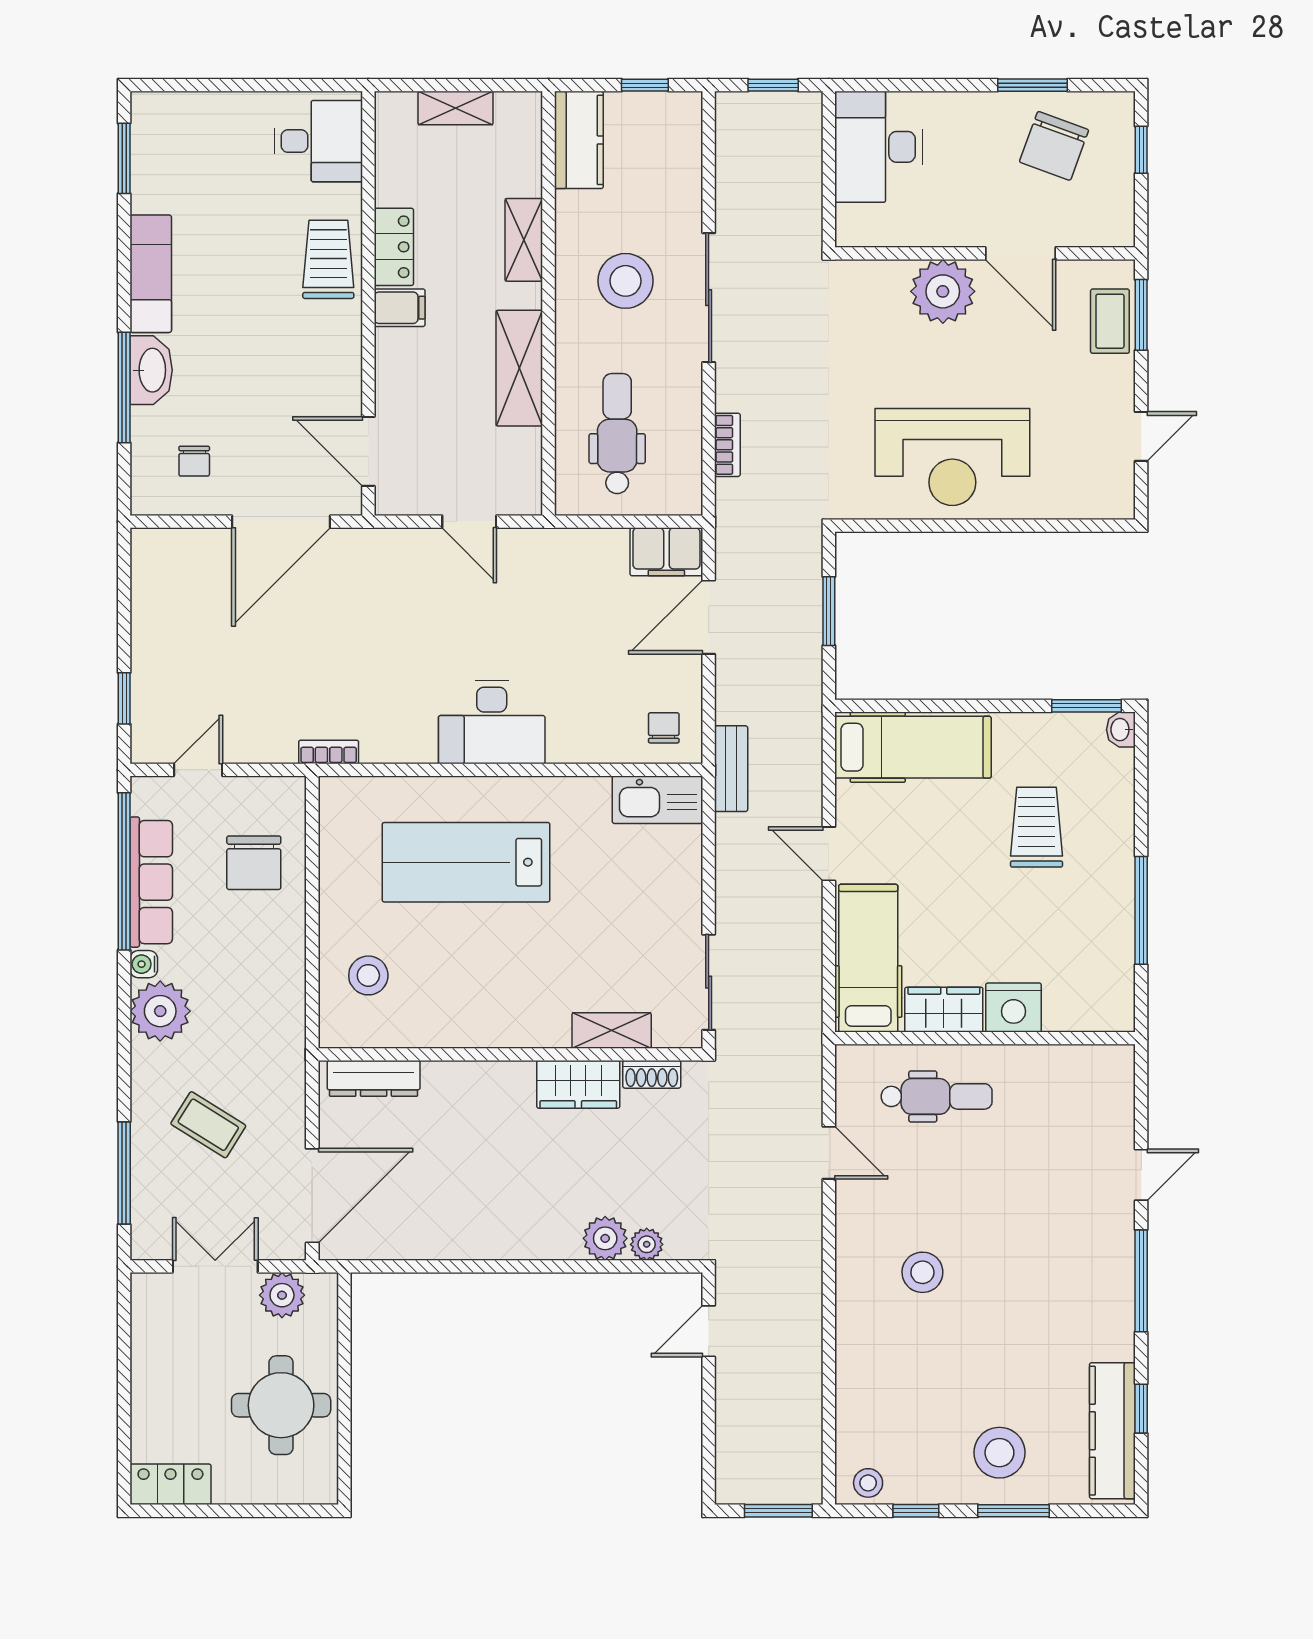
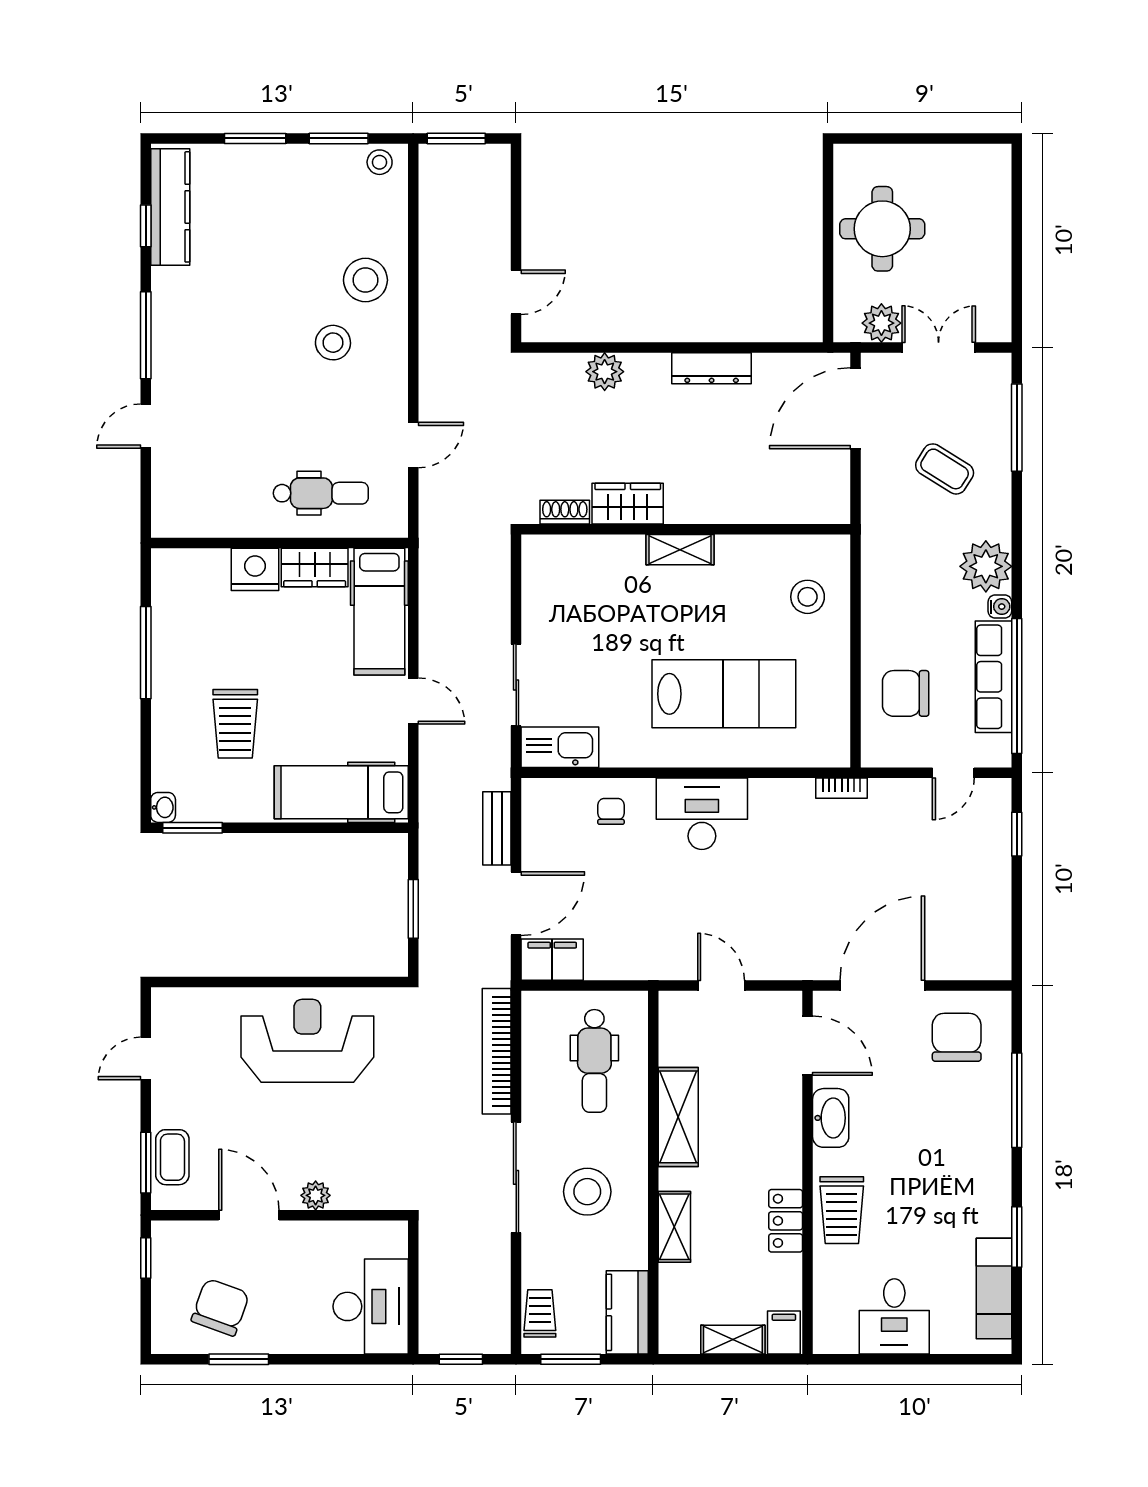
window: (645, 85) -> (571, 1359), width x1.50
trolley: (681, 139) -> (540, 1313), added
desk: (318, 141) -> (894, 1316), moved, turned -90
window: (1141, 150) -> (146, 1258), moved
window: (124, 158) -> (1017, 1237), moved
exam couch: (151, 274) -> (994, 1288), moved
plant: (943, 291) -> (316, 1195), width x0.53, depth x0.53
filing cabinet: (400, 308) -> (784, 1332), moved, turned 90
washbasin: (151, 370) -> (831, 1118), moved, turned 180
bookcase: (727, 445) -> (497, 1051), width x2.31, depth x1.31
chair: (194, 461) -> (957, 1037), width x1.87, depth x1.87
chair: (664, 728) -> (611, 811), moved, turned 180
bench: (731, 769) -> (497, 828), moved
chair: (254, 863) -> (906, 693), turned -90
sliding door: (709, 982) -> (516, 685), moved
shelving: (612, 1030) -> (680, 550), moved
dresser: (374, 1078) -> (712, 368), moved, turned 180
dental chair: (937, 1096) -> (321, 493), turned 180
door: (829, 1153) -> (413, 445), swing flipped
plant: (647, 1244) -> (569, 367), removed
double door: (215, 1266) -> (939, 348), swing flipped
stool: (999, 1453) -> (365, 280), moved
locker: (170, 1484) -> (977, 161), removed
window: (916, 1511) -> (339, 138), width x1.50

